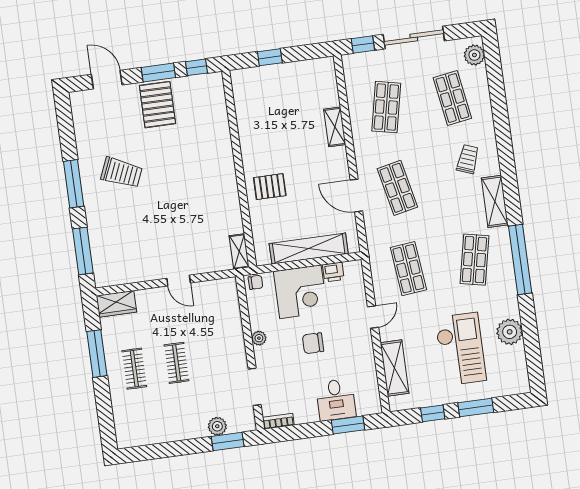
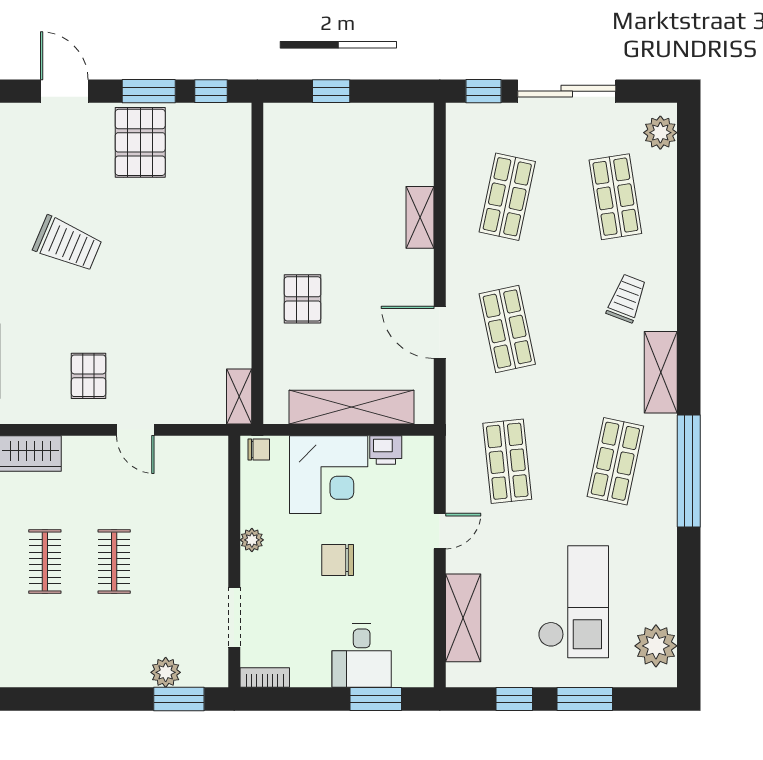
pallet: (270, 187) -> (303, 299), turned 90
pallet: (145, 252) -> (89, 376), added
plant: (510, 332) -> (656, 646), moved

